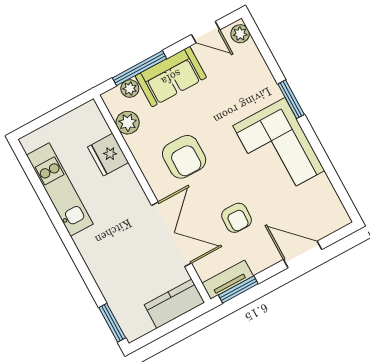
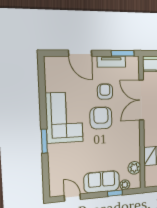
plant: (240, 34) -> (55, 189), removed
window: (139, 68) -> (115, 193), width x0.46
armchair: (184, 157) -> (101, 118), moved
tv unit: (228, 280) -> (111, 62), moved

